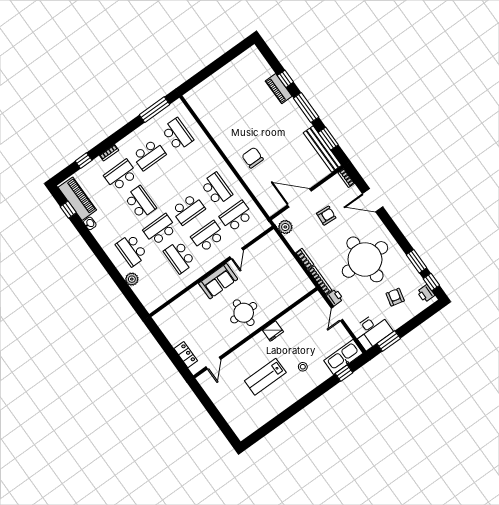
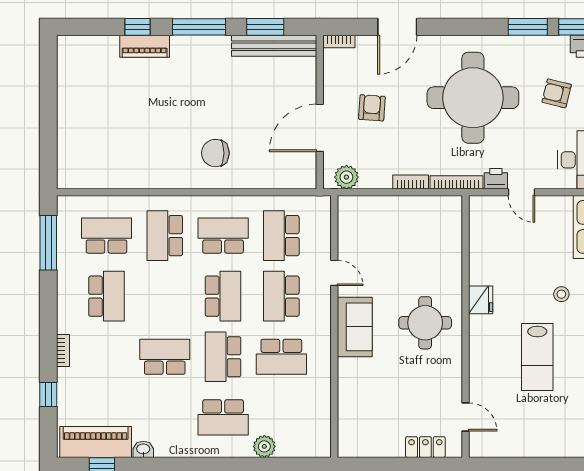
school desk: (121, 175) -> (165, 236), moved

